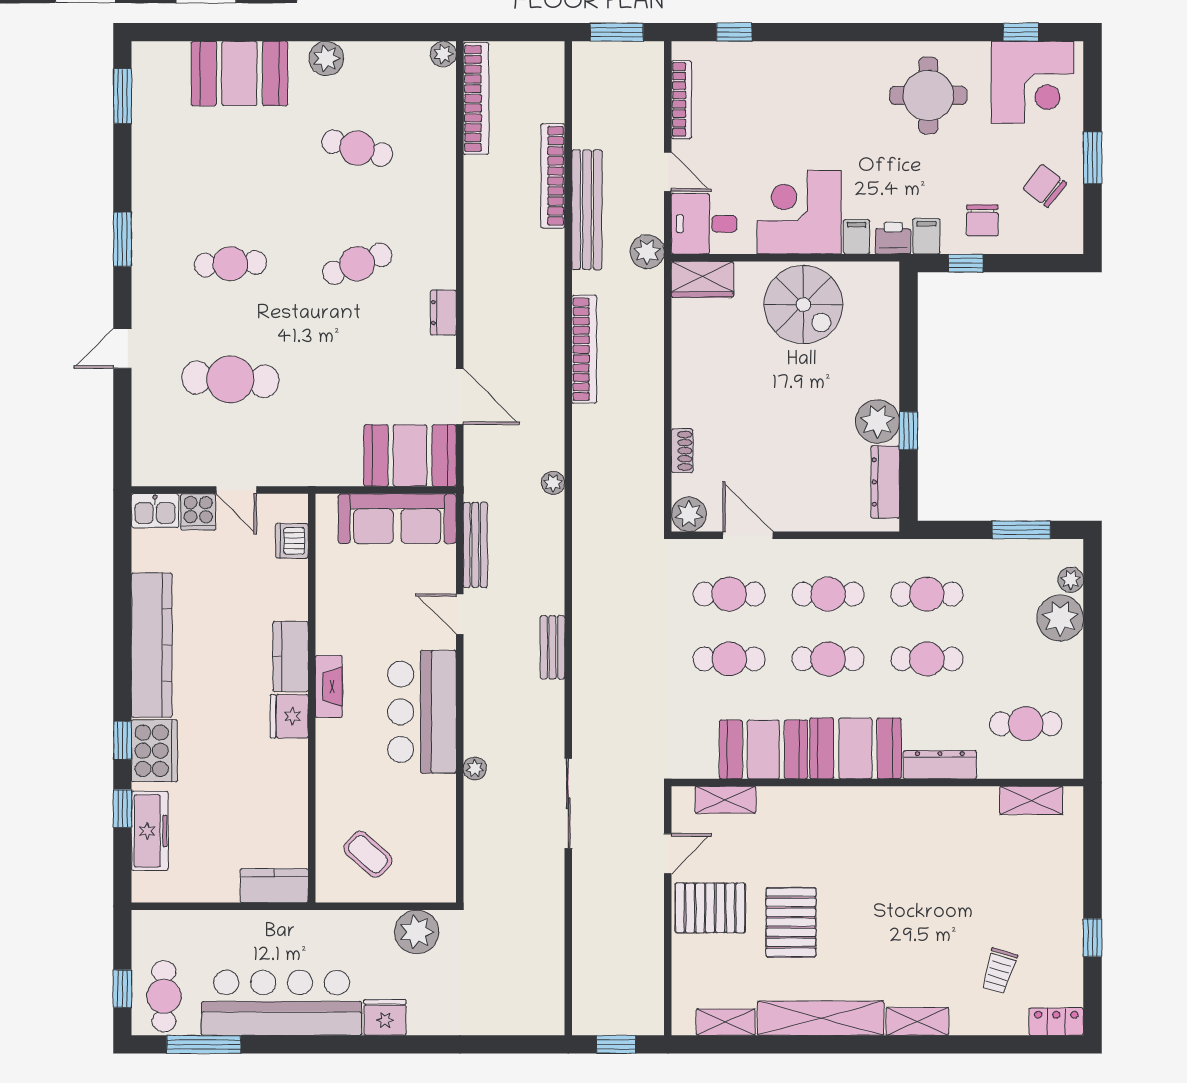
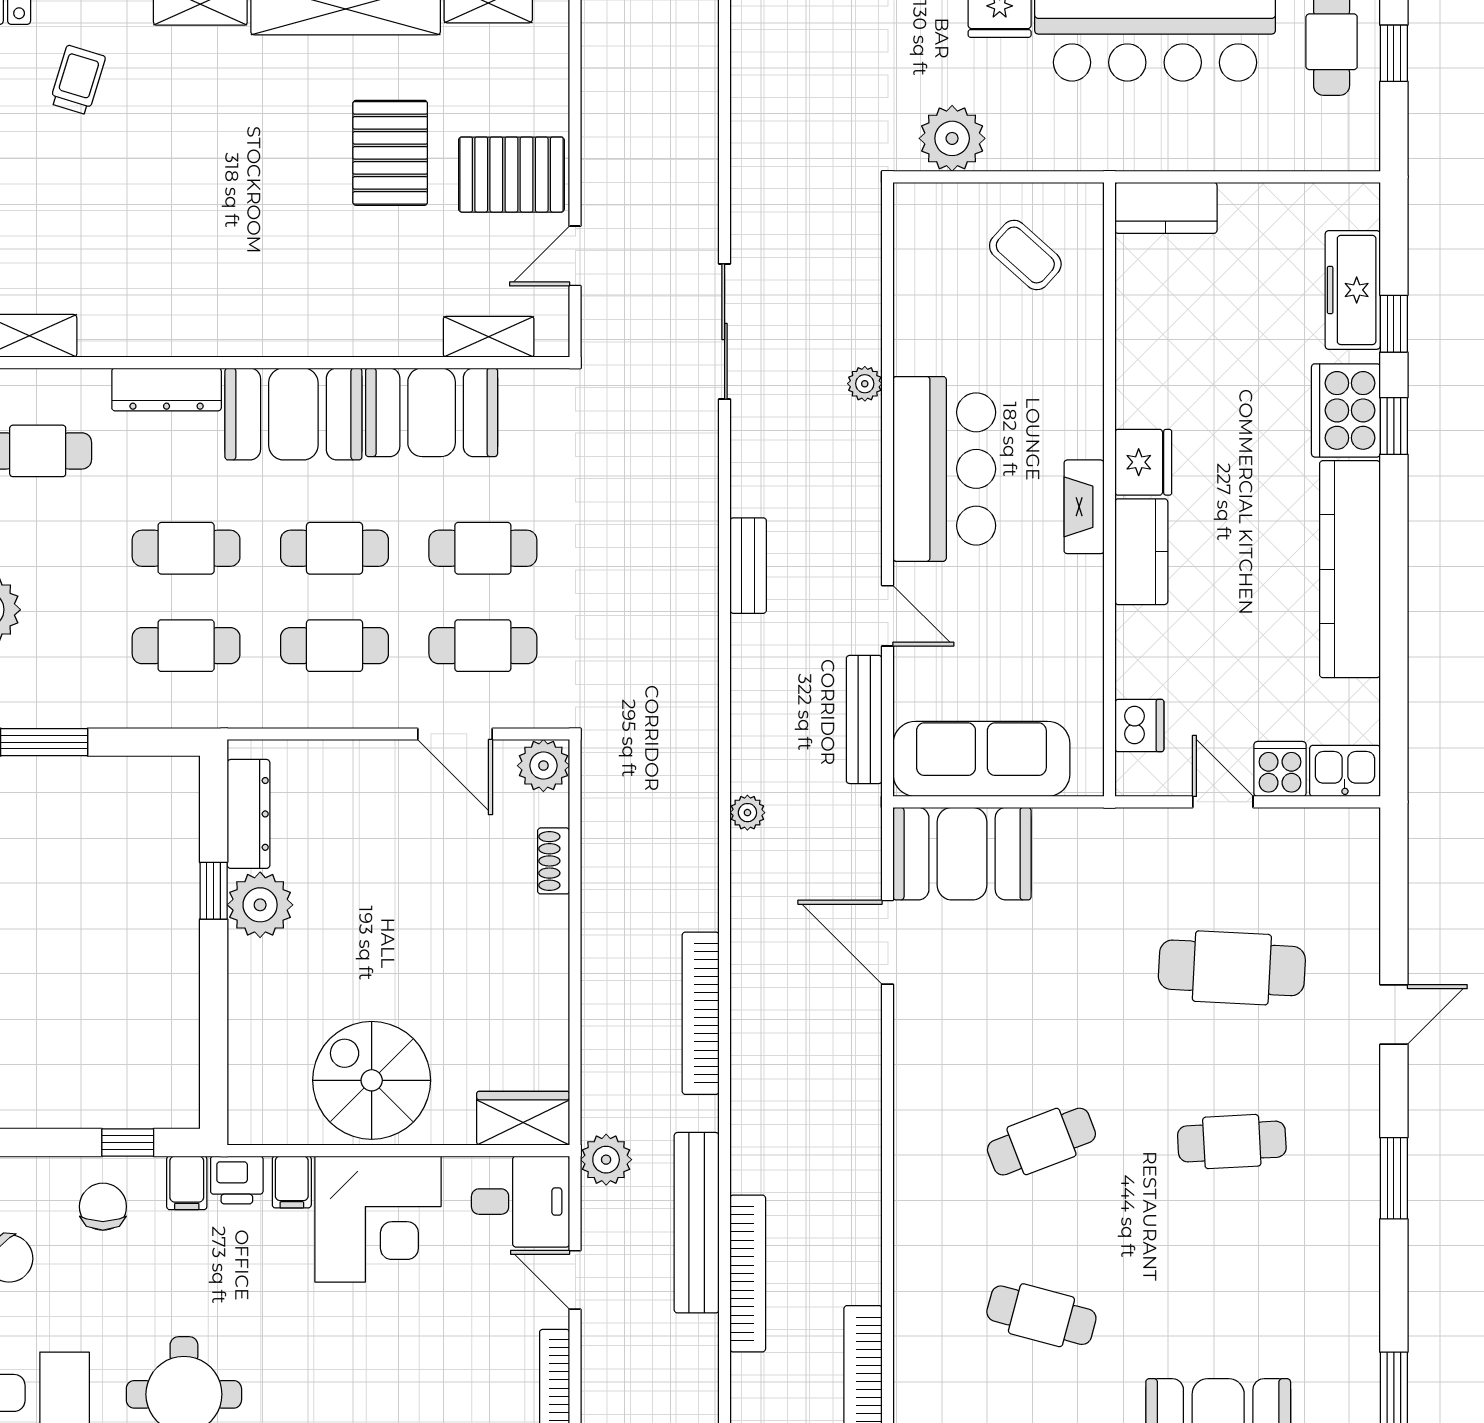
dresser: (443, 313) -> (912, 1068), removed

